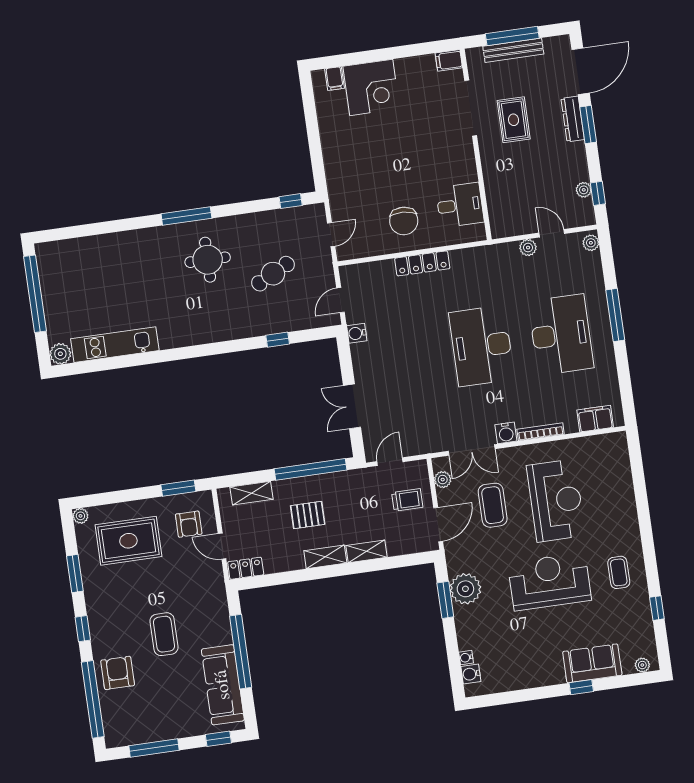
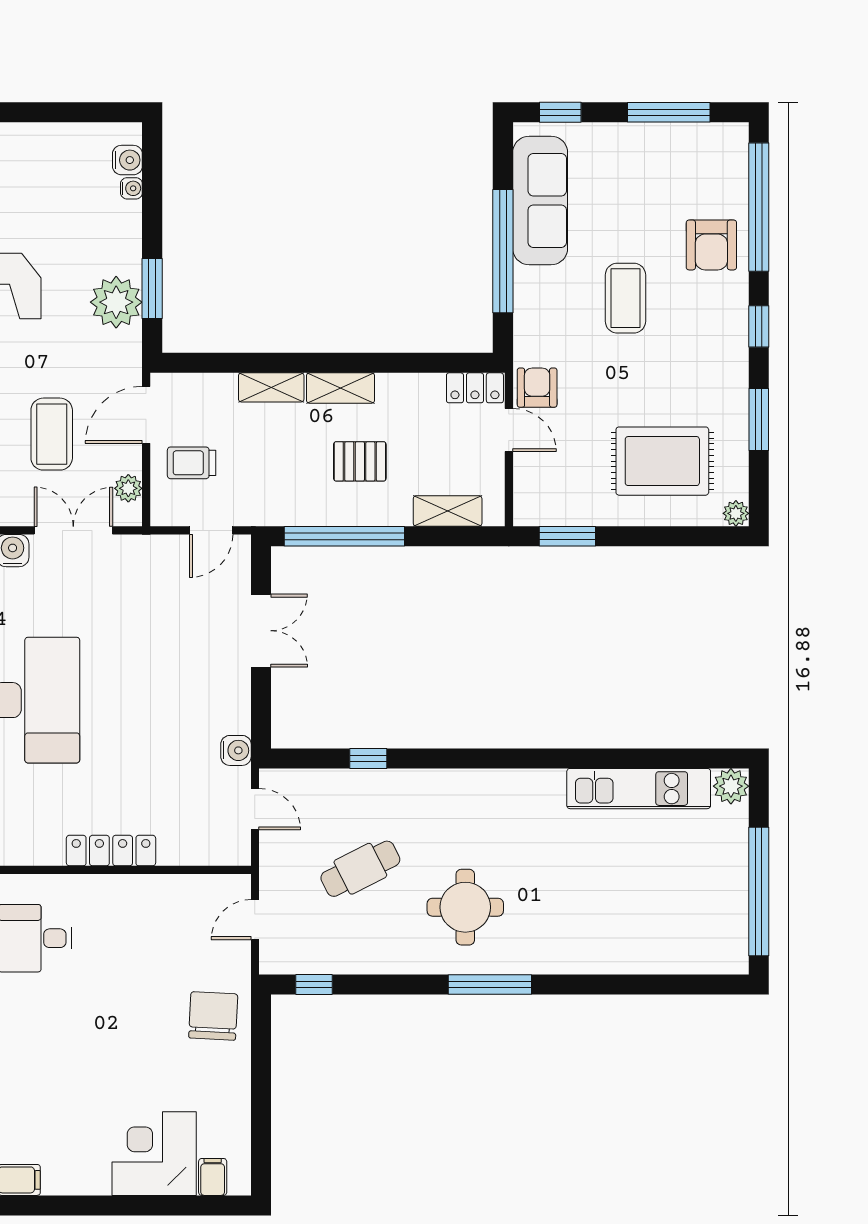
chair: (404, 221) -> (213, 1016), moved
door: (340, 300) -> (255, 809), hinge flipped
armchair: (189, 524) -> (537, 388), moved

